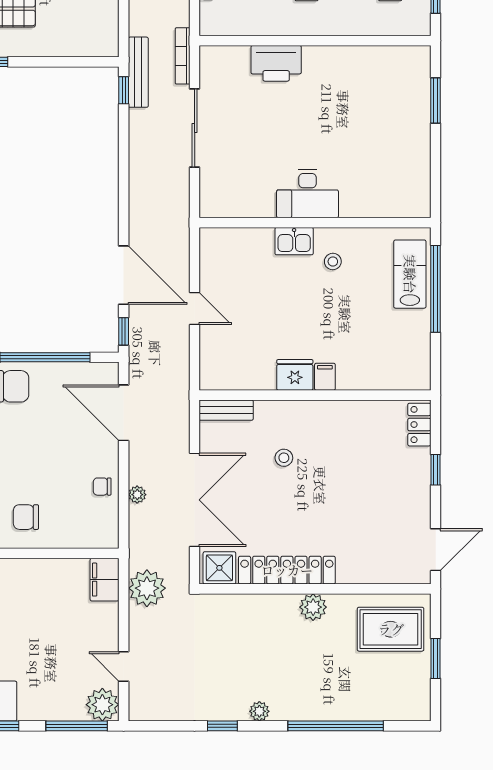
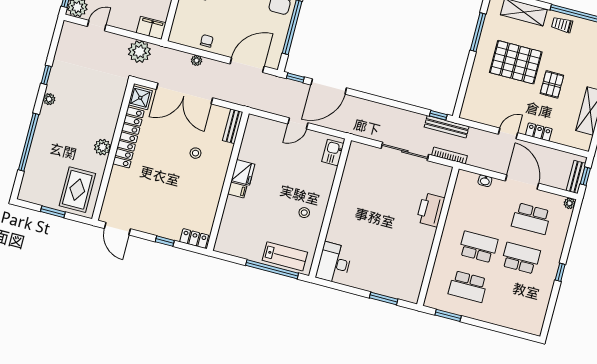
desk: (308, 194) -> (334, 263), moved
kitchen sink: (294, 241) -> (333, 153), moved

